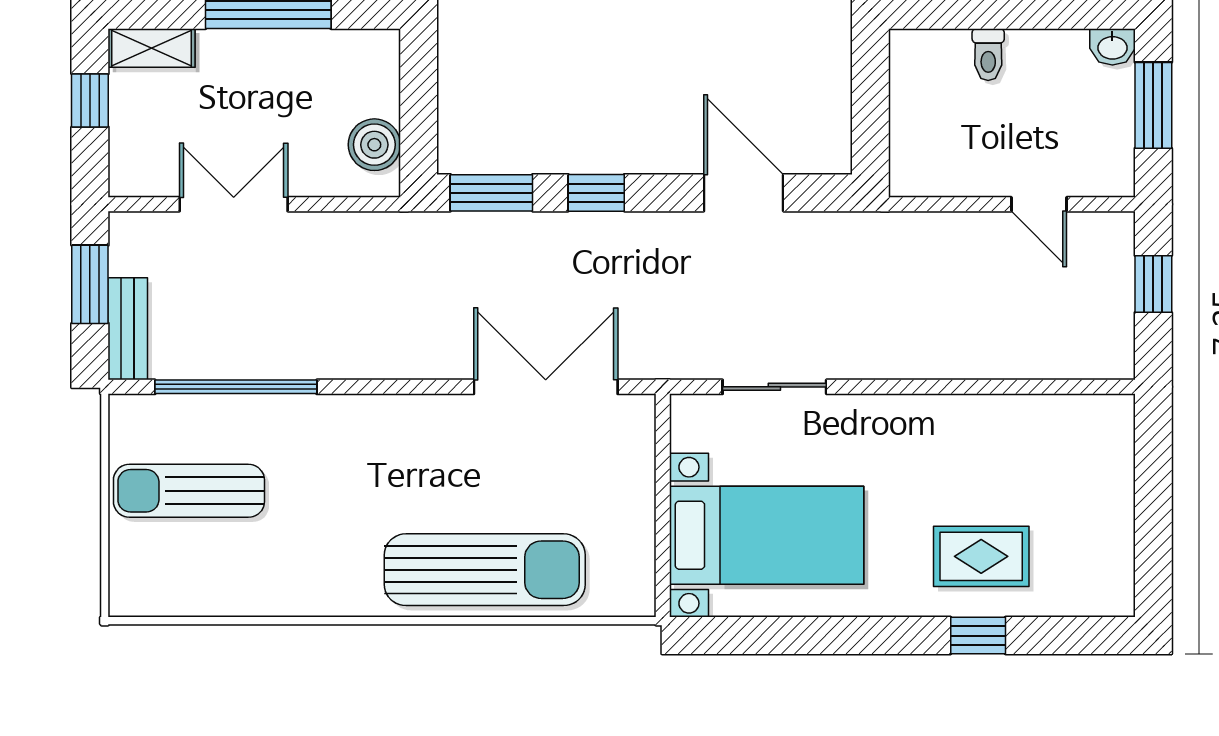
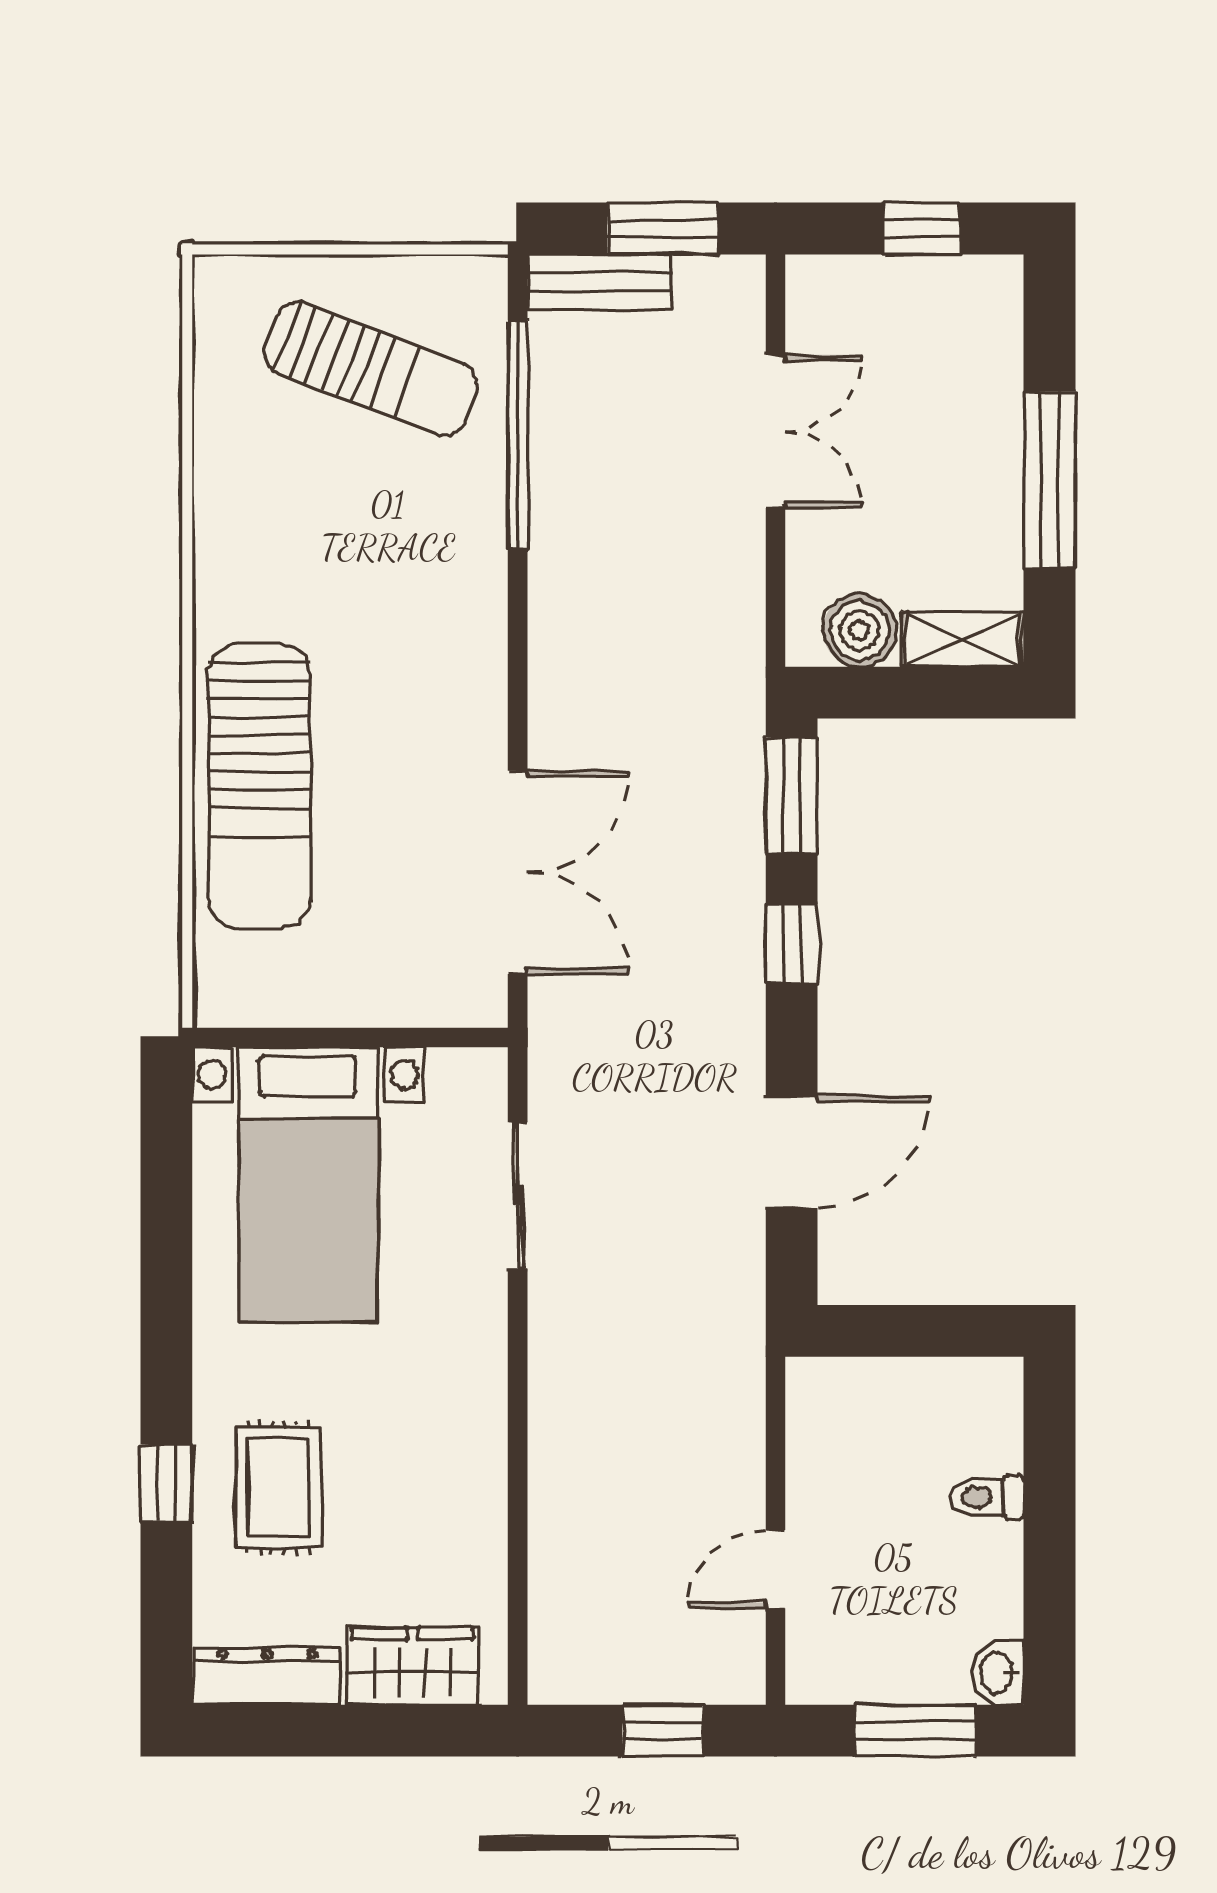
shelving: (151, 48) -> (963, 639), moved, turned 90
wardrobe: (1108, 461) -> (412, 1666), added
sun lounger: (189, 491) -> (371, 368), turned 111
dresser: (1115, 564) -> (267, 1676), added

